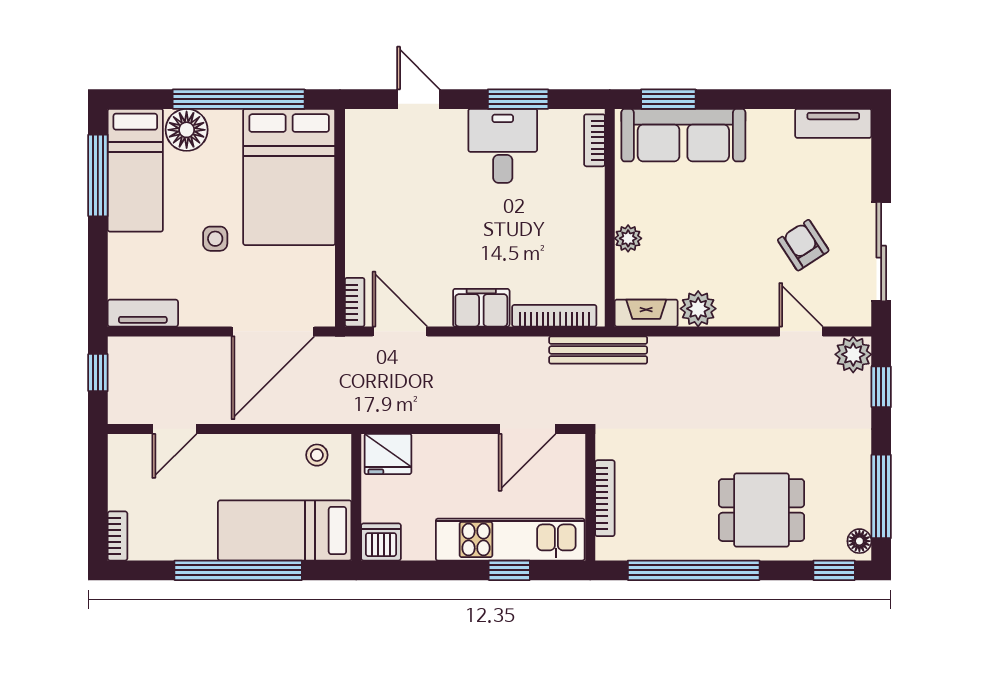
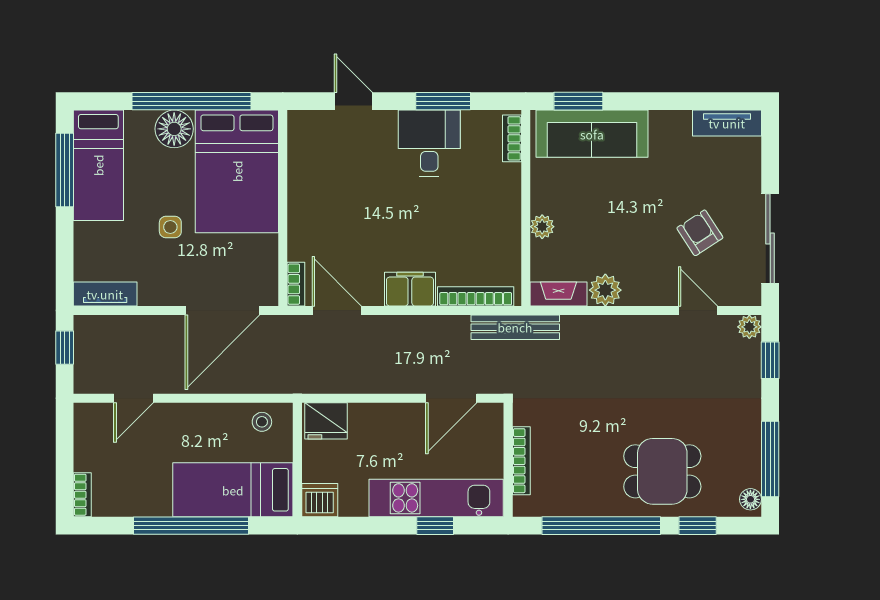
floor lamp: (187, 130) -> (174, 129), moved
plant: (853, 354) -> (749, 327), width x0.73, depth x0.73
window: (834, 570) -> (698, 526), moved

